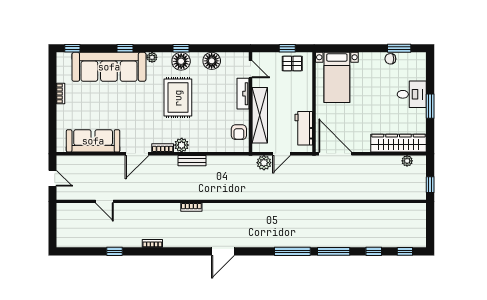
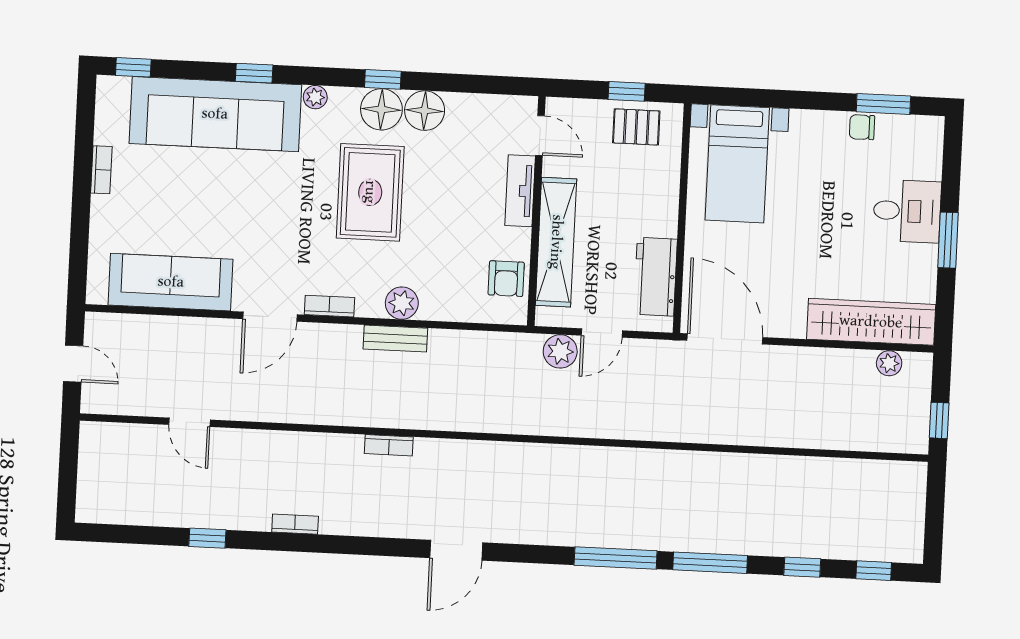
floor lamp: (212, 61) -> (425, 111), moved
plant: (182, 145) -> (402, 303), moved

